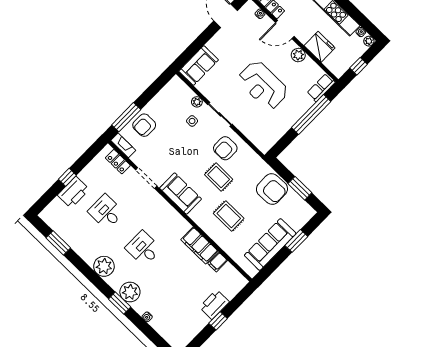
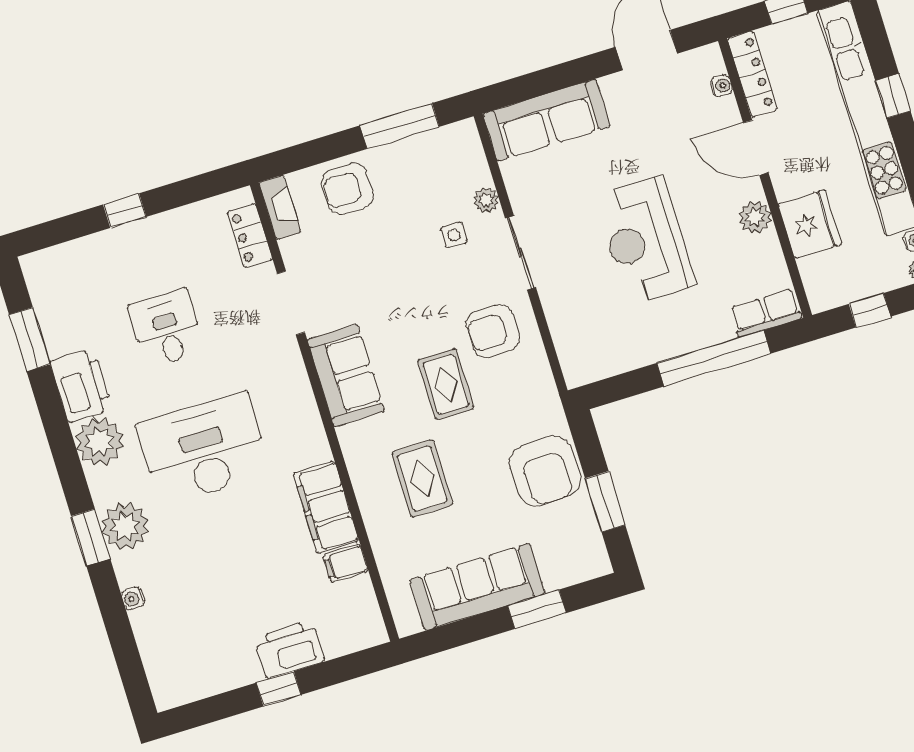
sofa: (199, 66) -> (547, 120), width x1.36
window: (126, 117) -> (400, 126), moved
printer: (73, 192) -> (81, 385), moved, turned -90
desk: (143, 248) -> (204, 449), width x1.87, depth x1.30

